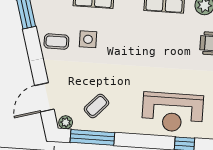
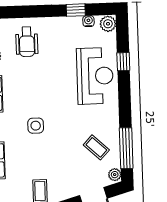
side table: (88, 39) -> (36, 126), moved

